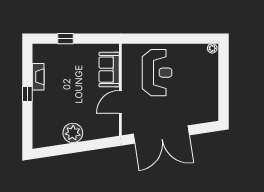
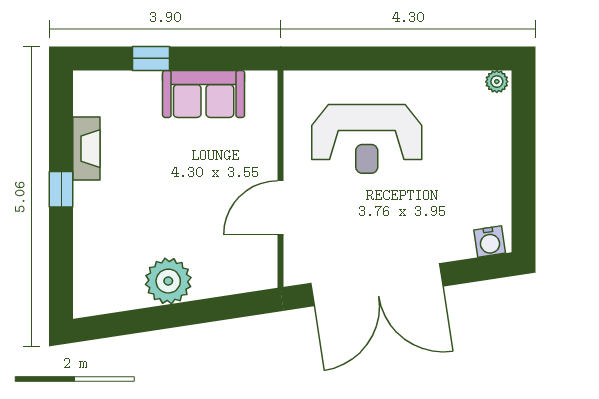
sofa: (109, 70) -> (204, 94), moved, turned -90
reception desk: (157, 73) -> (367, 139), turned 90
water cooler: (209, 116) -> (490, 242), added

